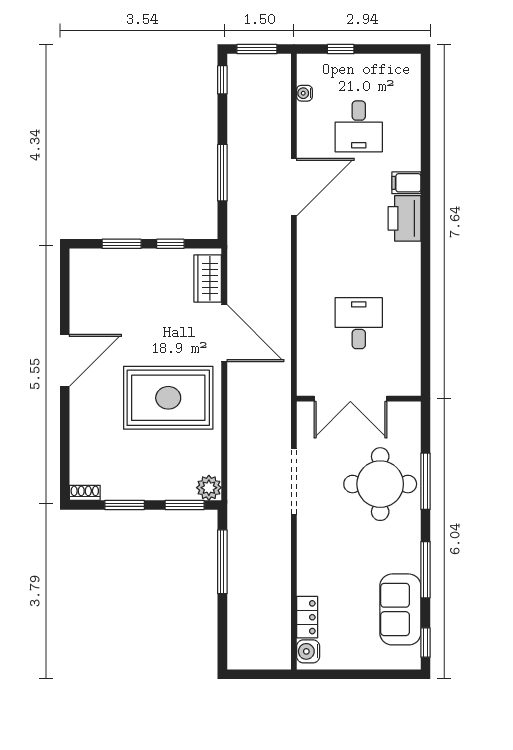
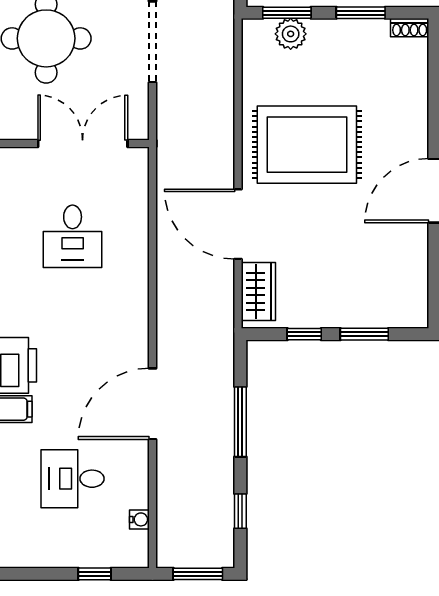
window: (222, 80) -> (240, 511), moved
desk: (359, 126) -> (73, 479), turned -90
plant: (209, 488) -> (291, 34), moved

